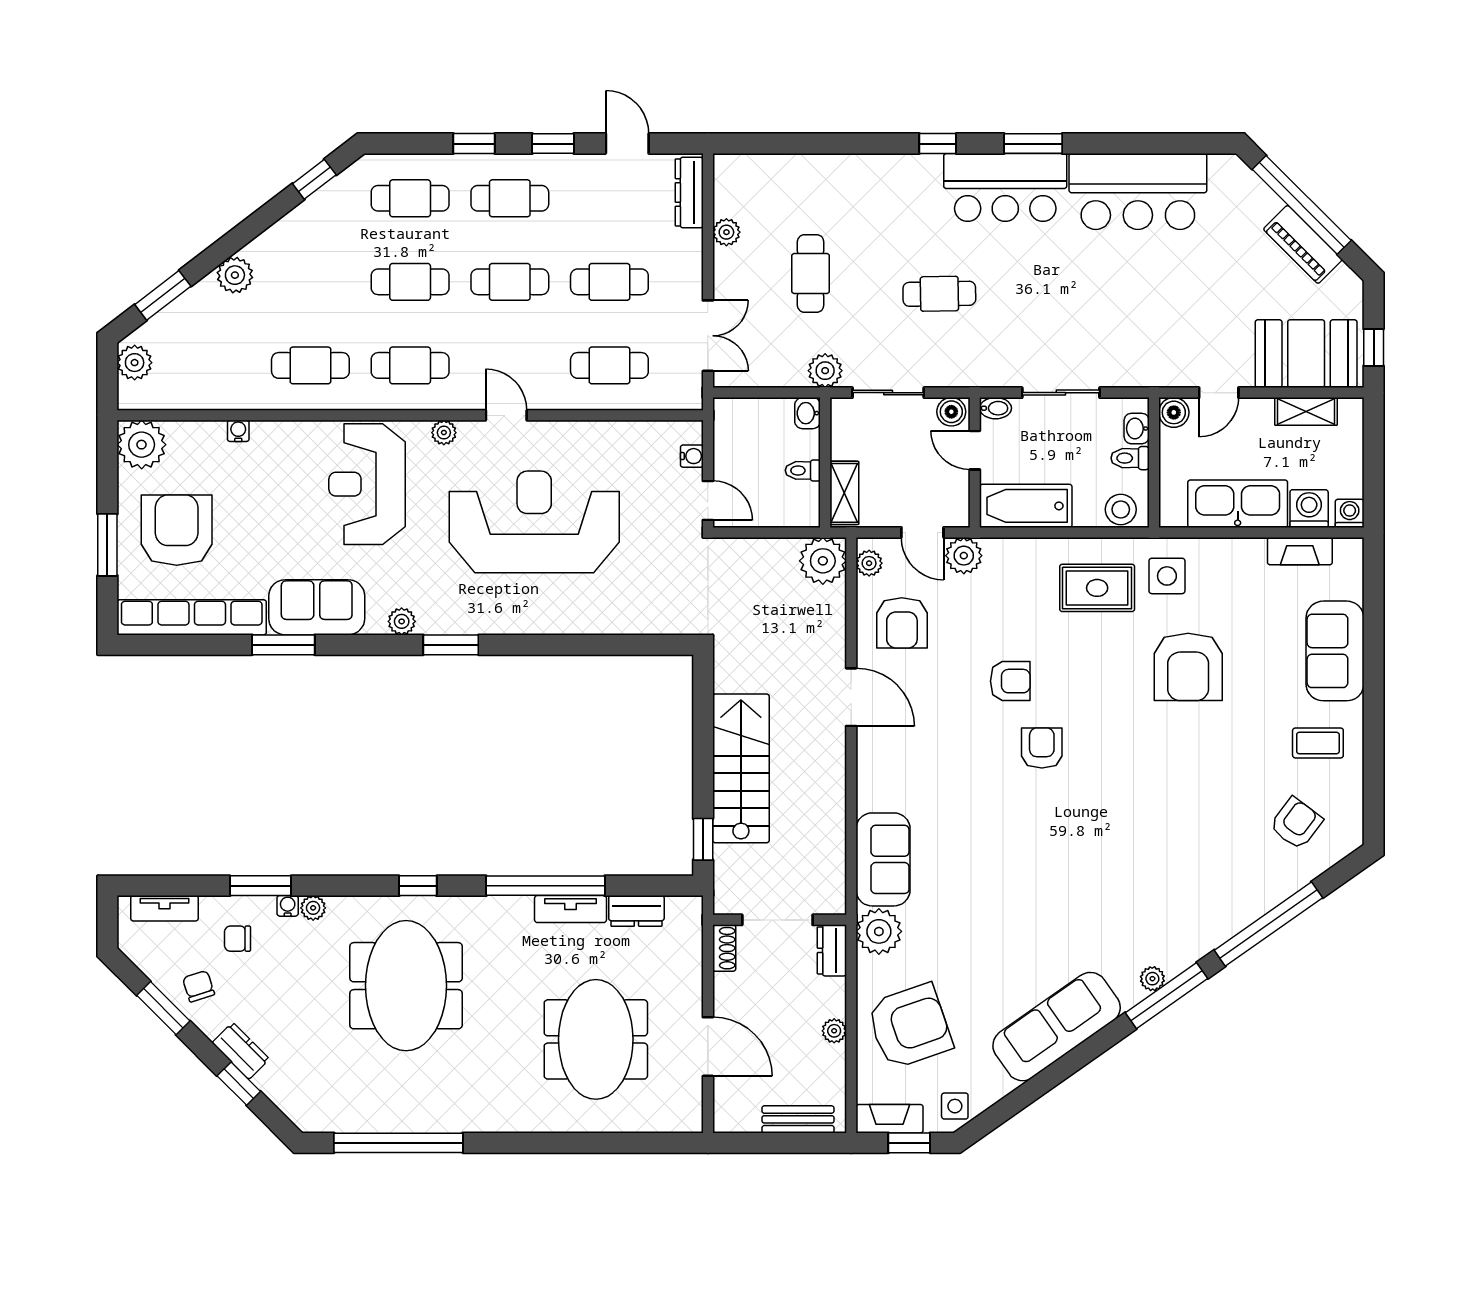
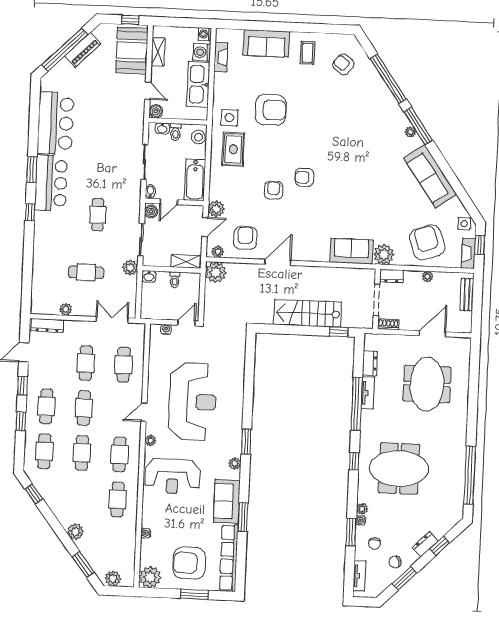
reception desk: (534, 522) -> (193, 402), turned 180
armchair: (902, 623) -> (245, 238), turned -90
meeting table: (596, 1039) -> (427, 384), turned 90

